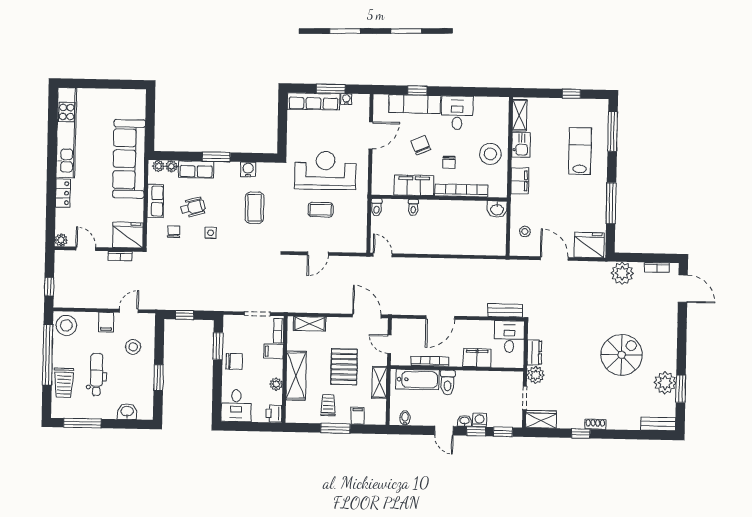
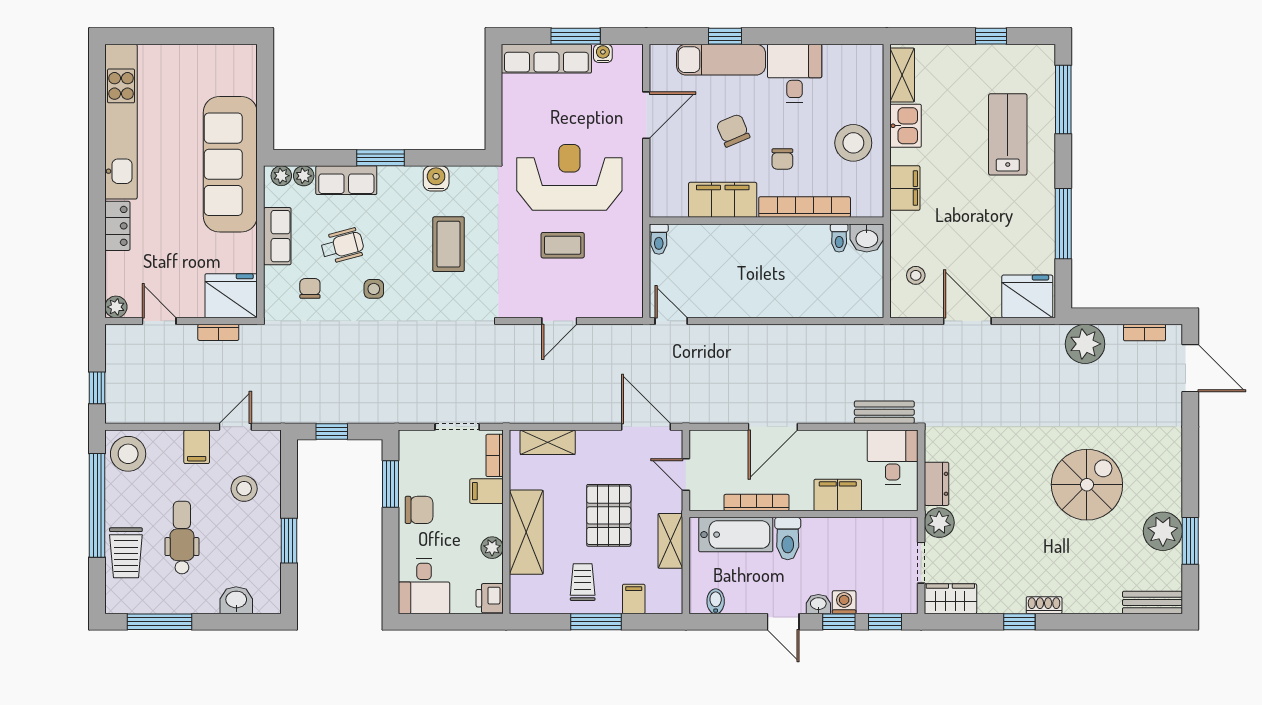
toilet: (413, 207) -> (839, 238), moved

